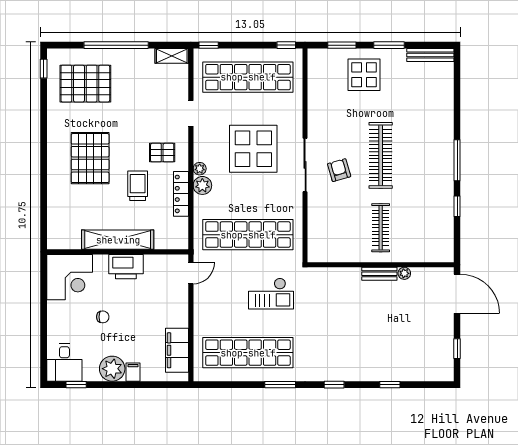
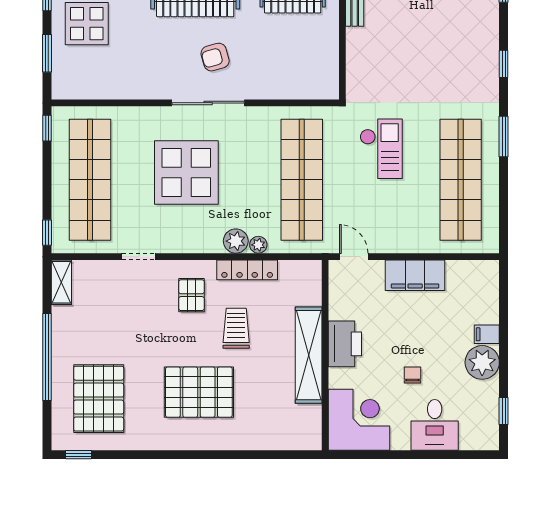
plant: (200, 169) -> (258, 245), moved
trolley: (138, 186) -> (236, 328), turned 90
filing cabinet: (177, 350) -> (415, 275), moved
desk: (64, 362) -> (435, 425), moved, turned 90

